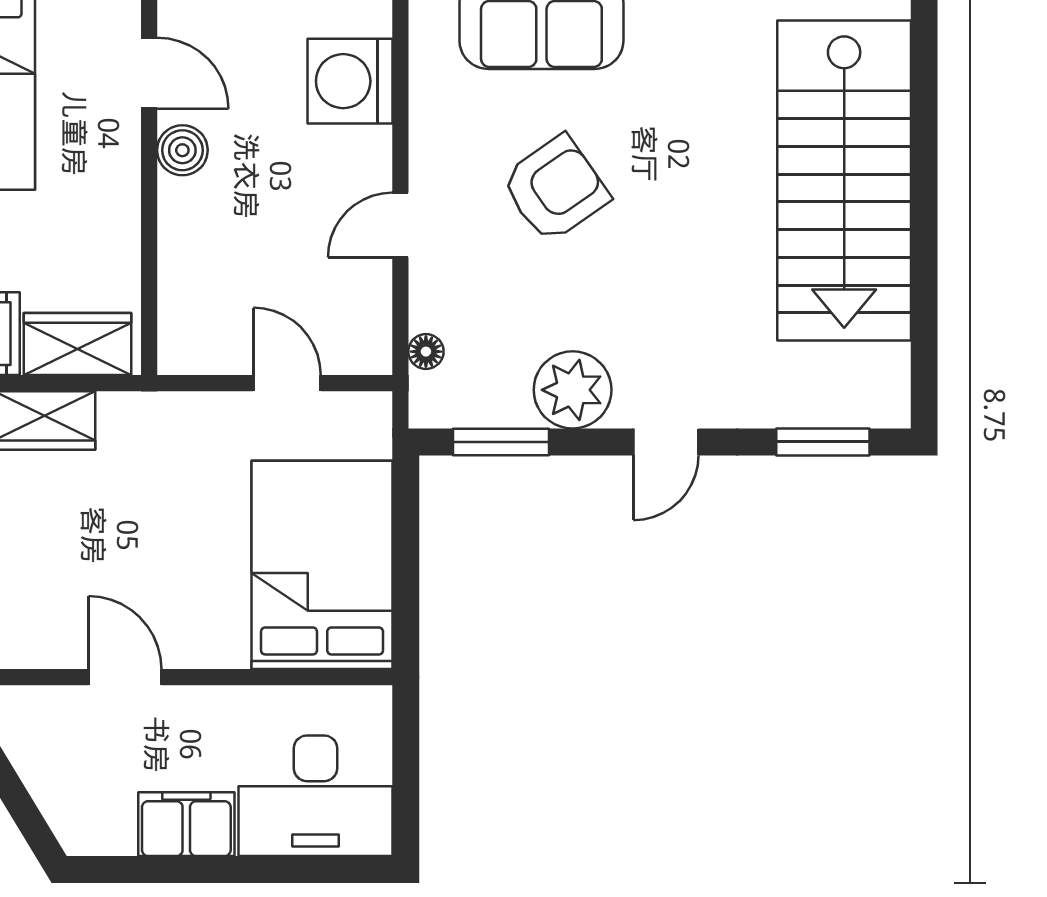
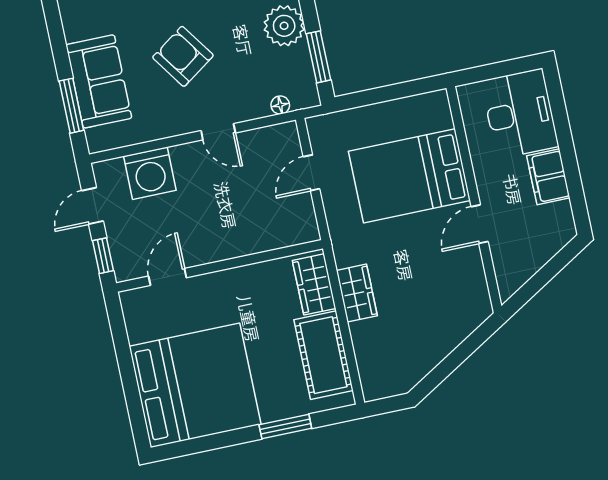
boiler: (182, 150) -> (203, 252), removed
bed: (322, 565) -> (409, 176), moved

